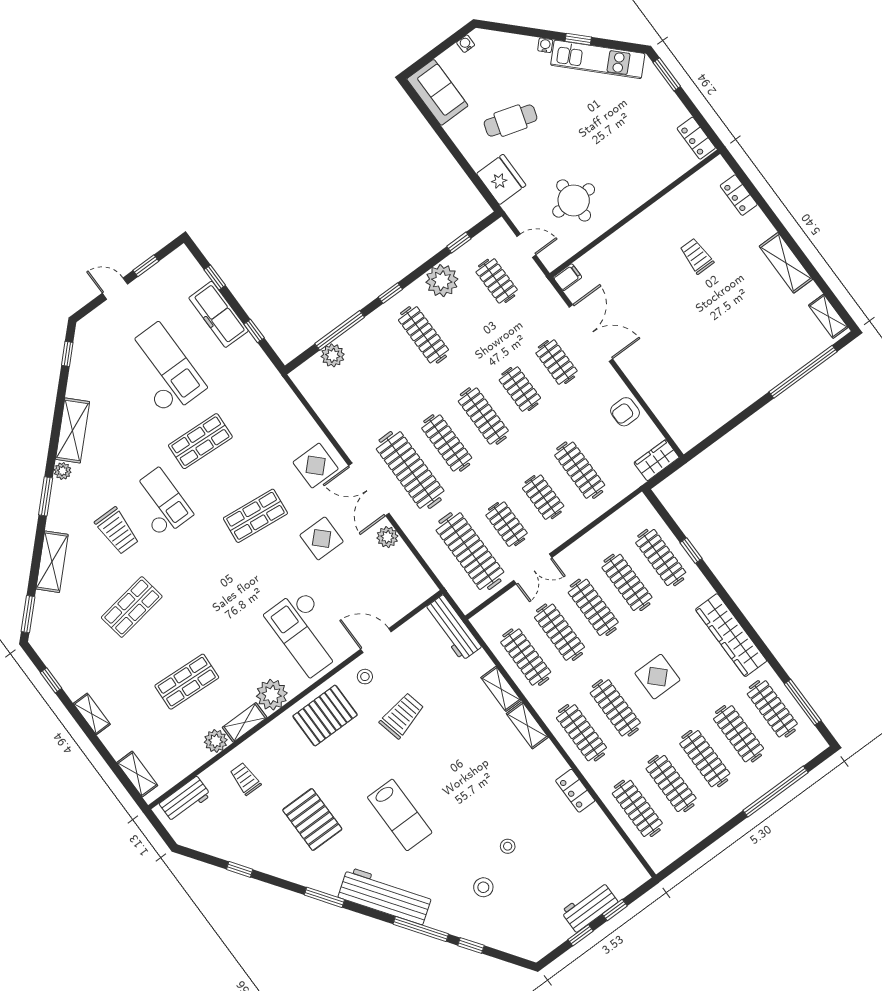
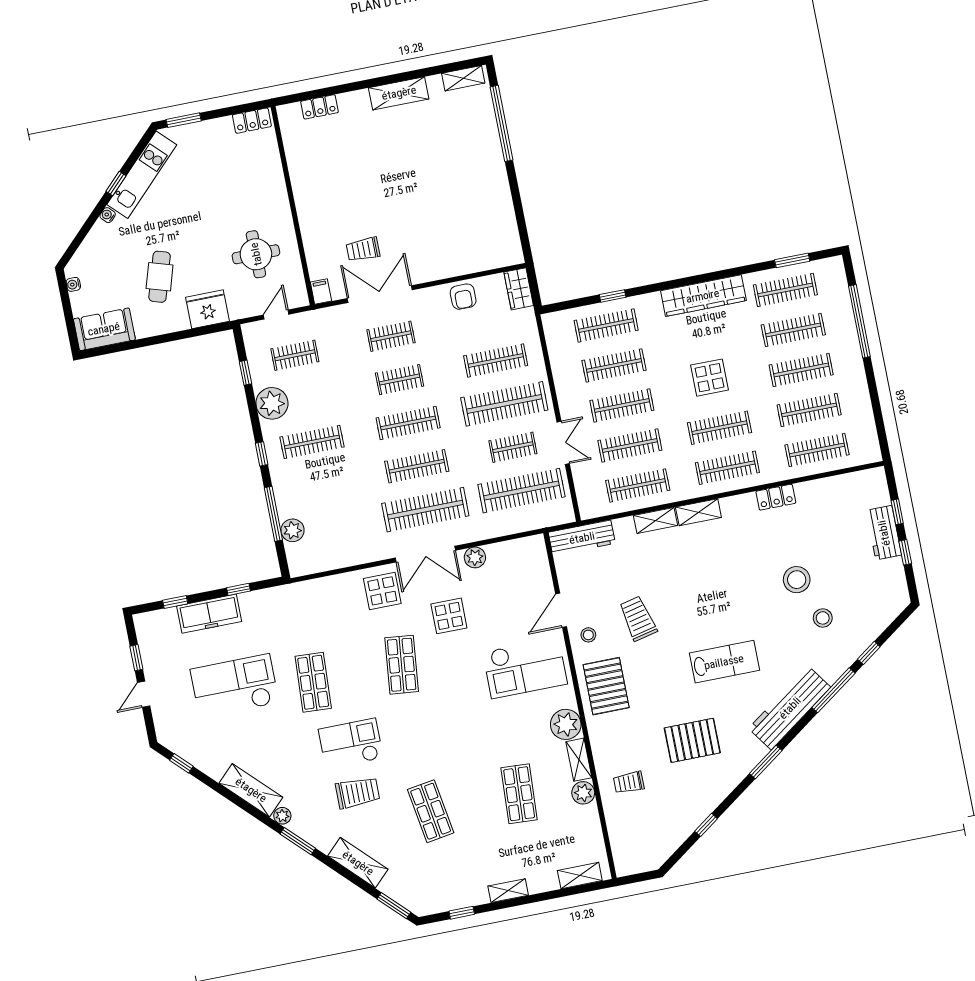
trolley: (697, 256) -> (363, 249), moved
clothes rail: (543, 497) -> (504, 404), width x1.86, depth x1.31
window: (803, 702) -> (792, 260), width x0.69
workbench: (185, 799) -> (622, 844), removed
stool: (508, 846) -> (797, 580), width x1.89, depth x1.89

